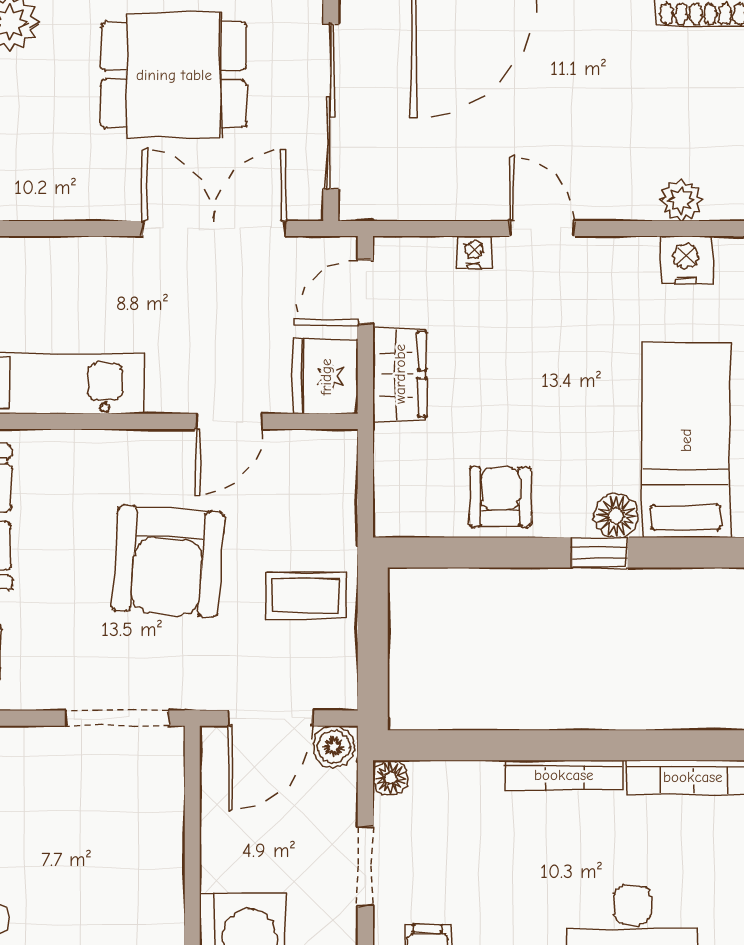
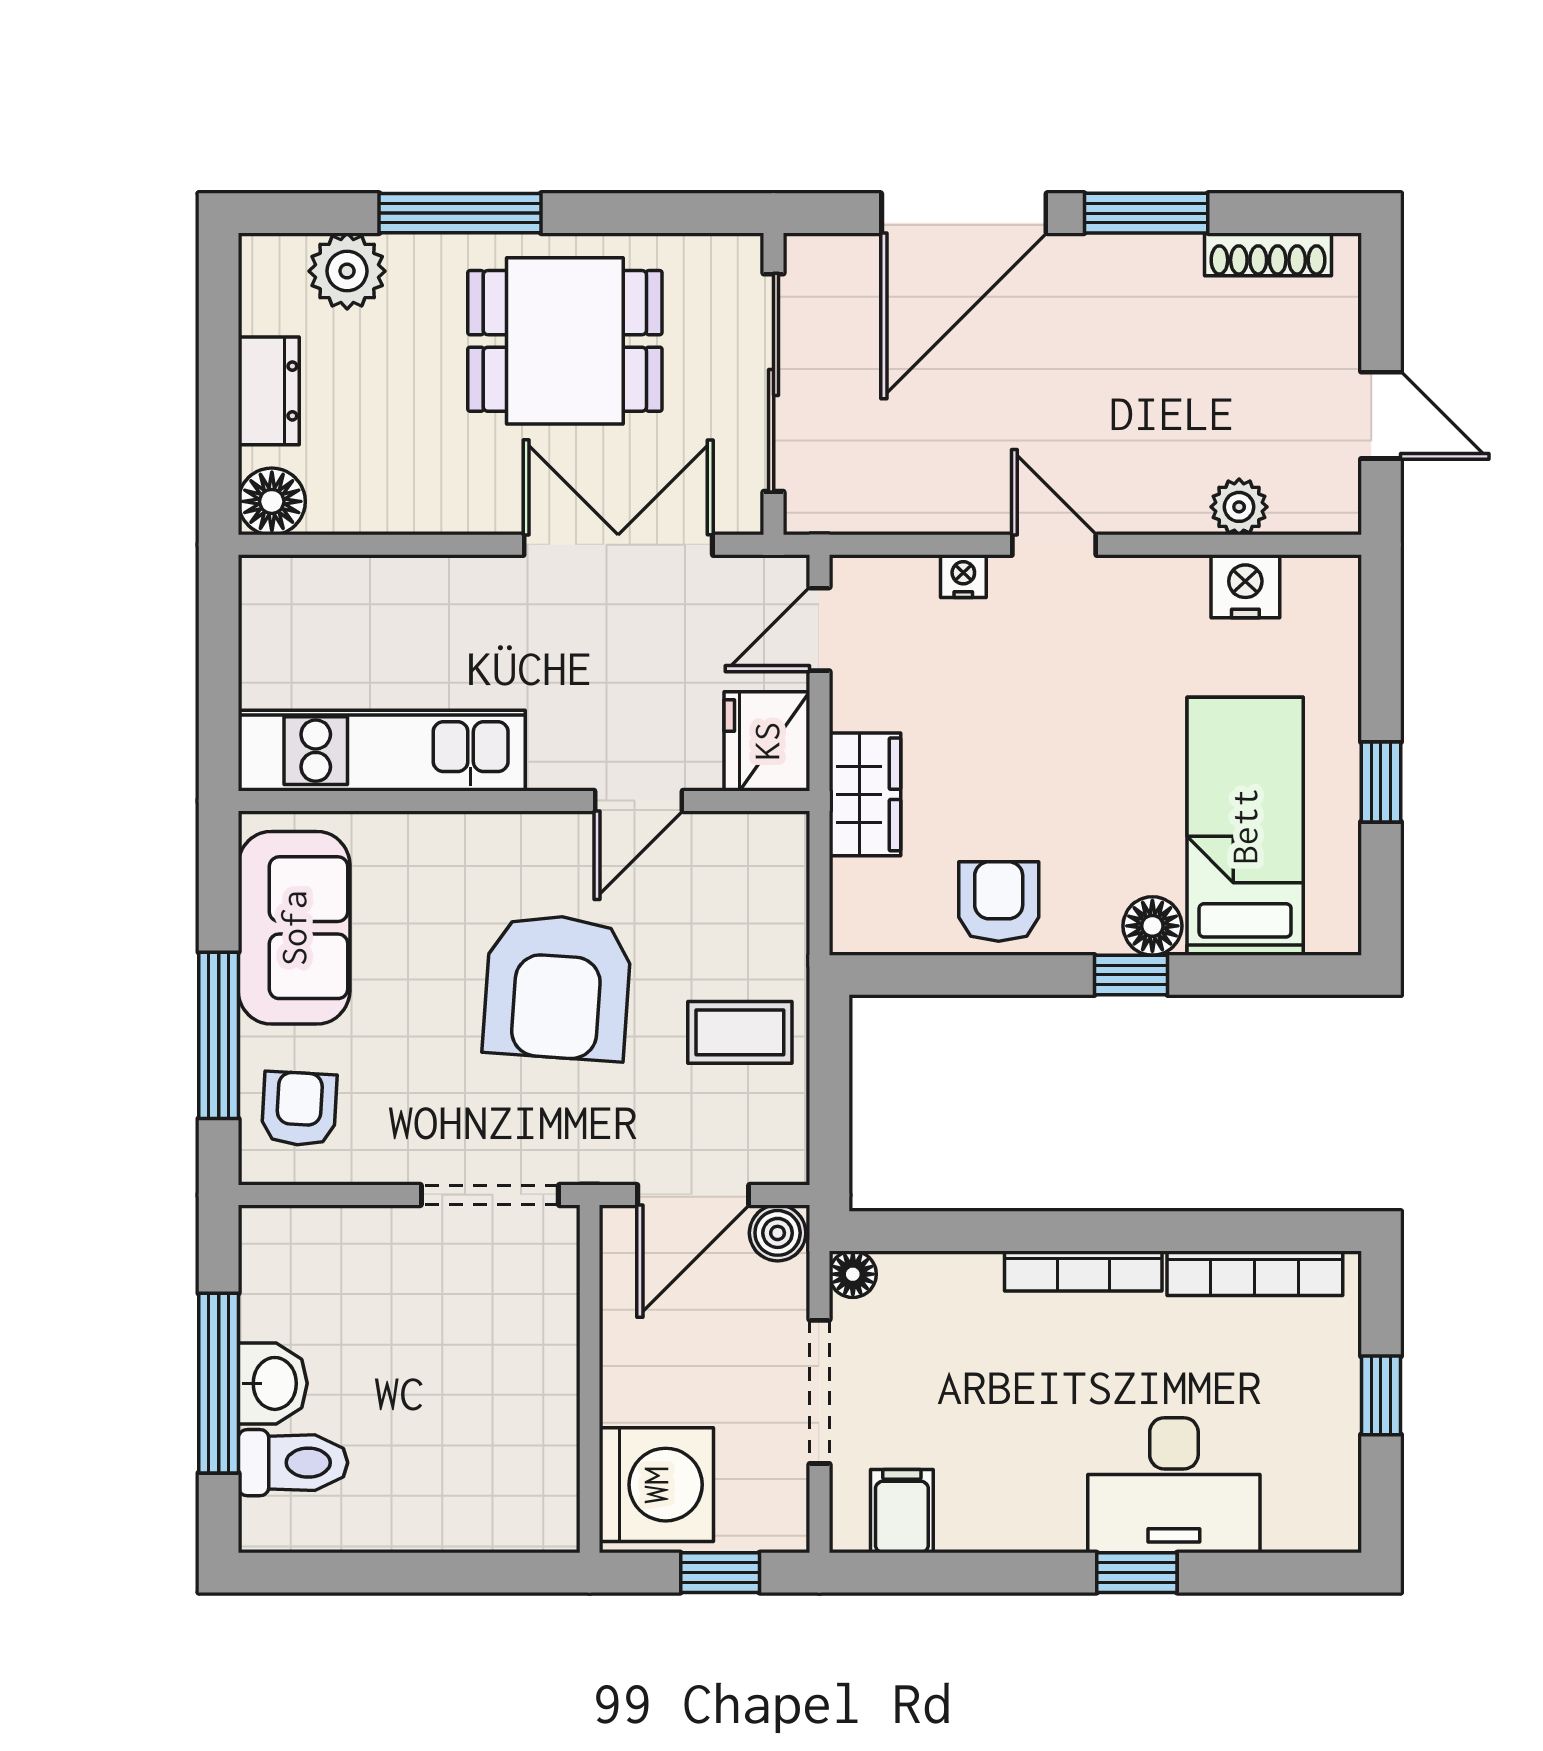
wardrobe: (400, 374) -> (865, 794), moved
doorway: (365, 866) -> (819, 1392), width x1.38

